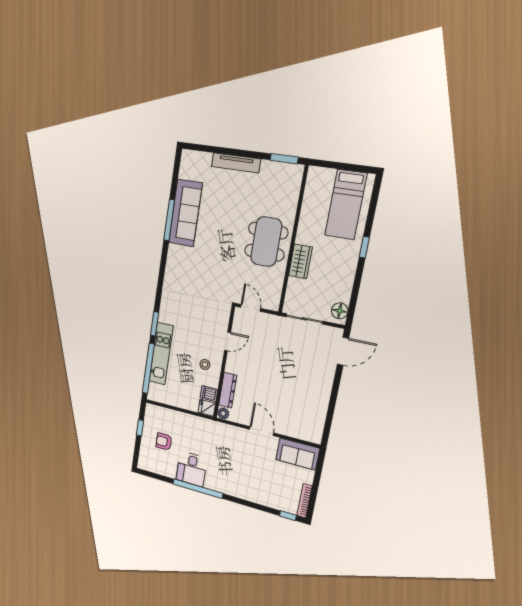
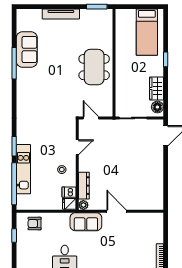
sofa: (185, 213) -> (27, 50), width x0.73
wardrobe: (300, 261) -> (156, 89), moved, turned 180
armchair: (164, 442) -> (35, 224), moved
sofa: (298, 454) -> (86, 222), moved

